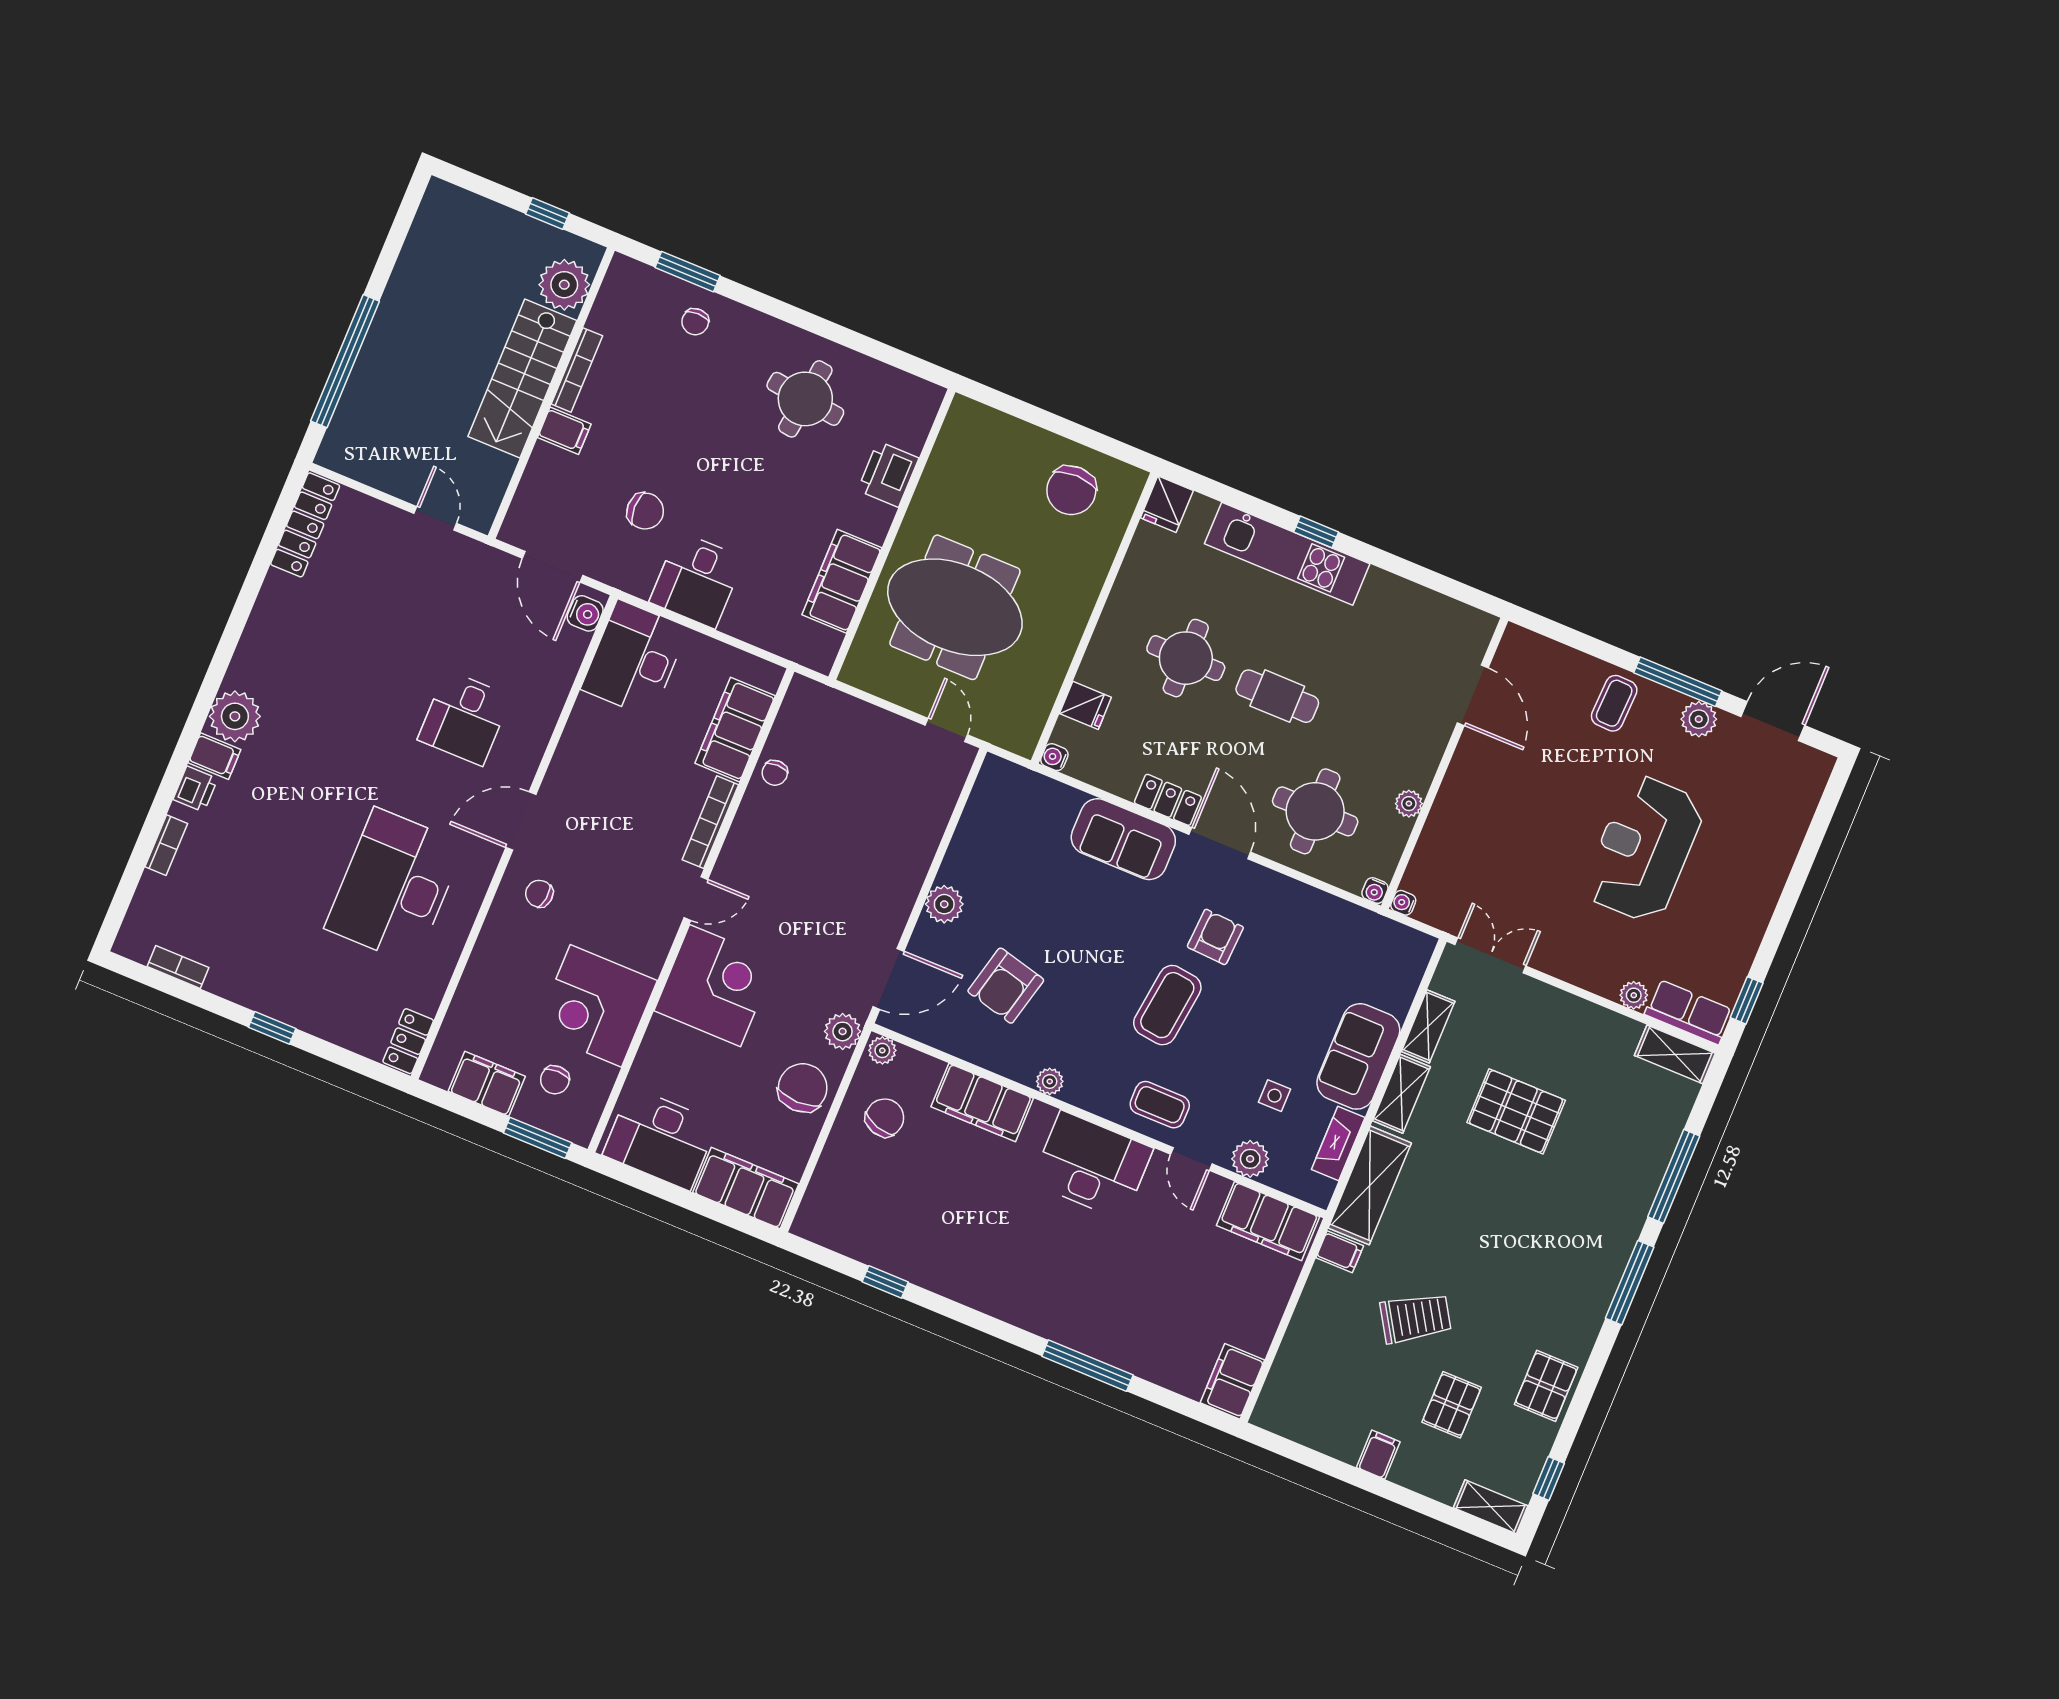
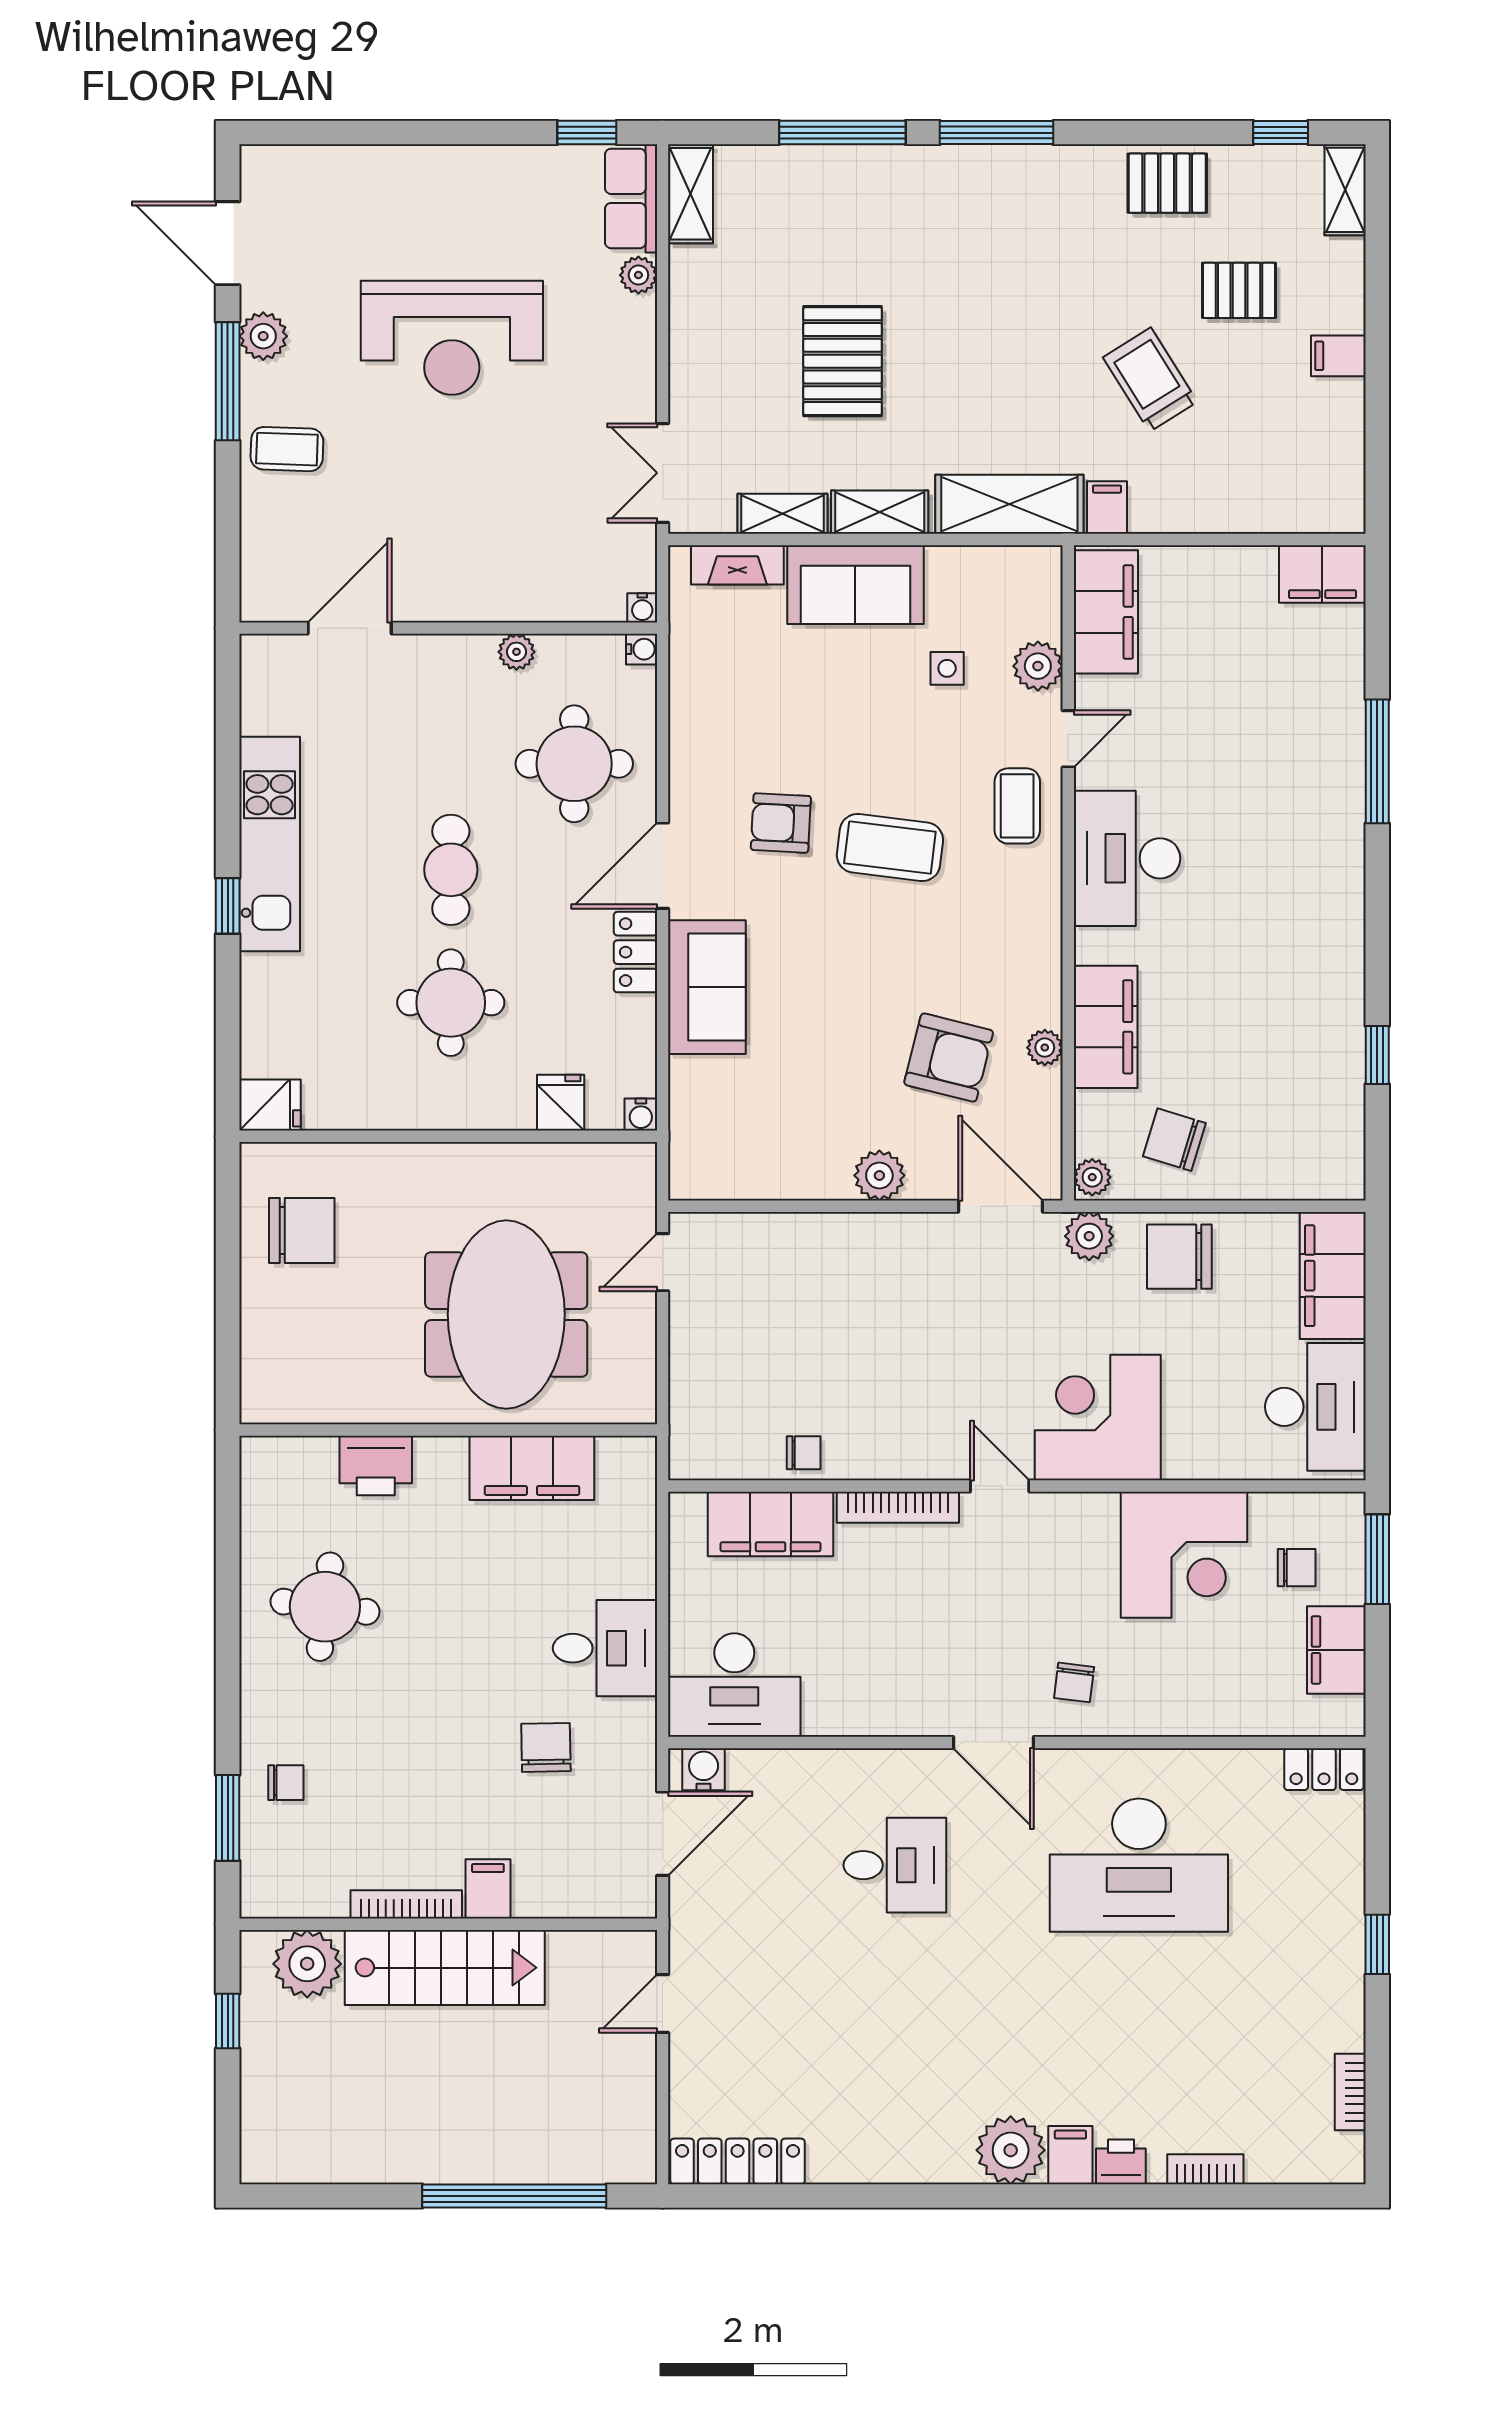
kitchen unit: (1287, 554) -> (270, 844), moved
plant: (1050, 1081) -> (1045, 1048), moved
fireplace: (1338, 1143) -> (737, 565), moved

